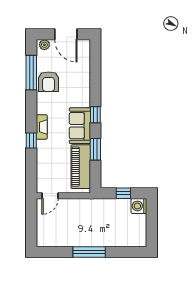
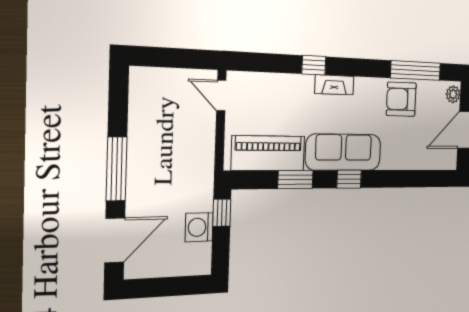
sofa: (80, 126) -> (343, 152), width x1.36
window: (123, 193) -> (222, 213), moved
washing machine: (139, 206) -> (199, 227), moved, turned -90
door: (126, 252) -> (115, 240), added

